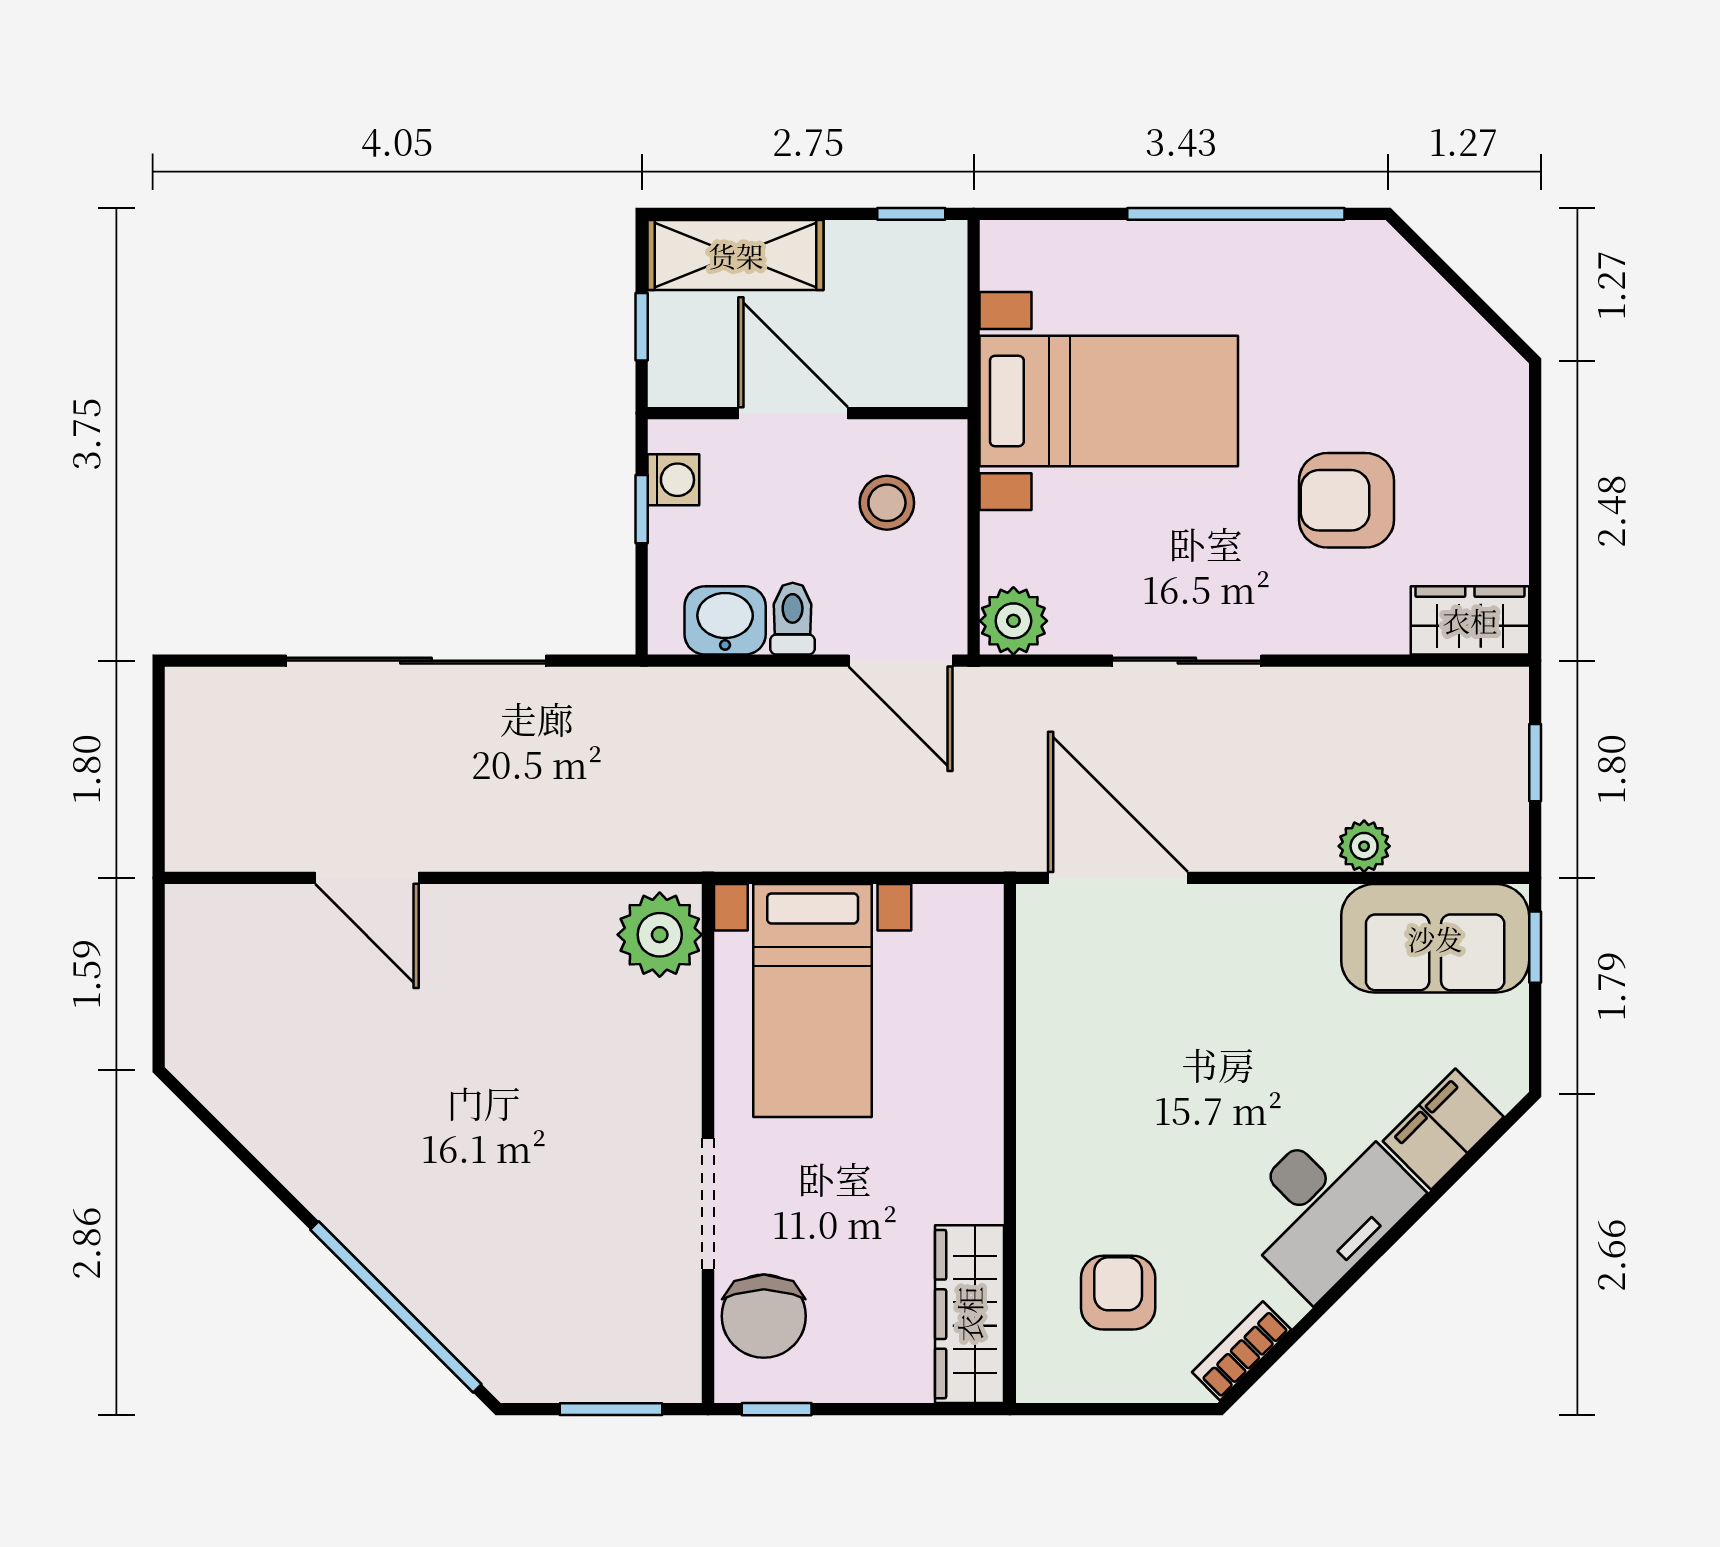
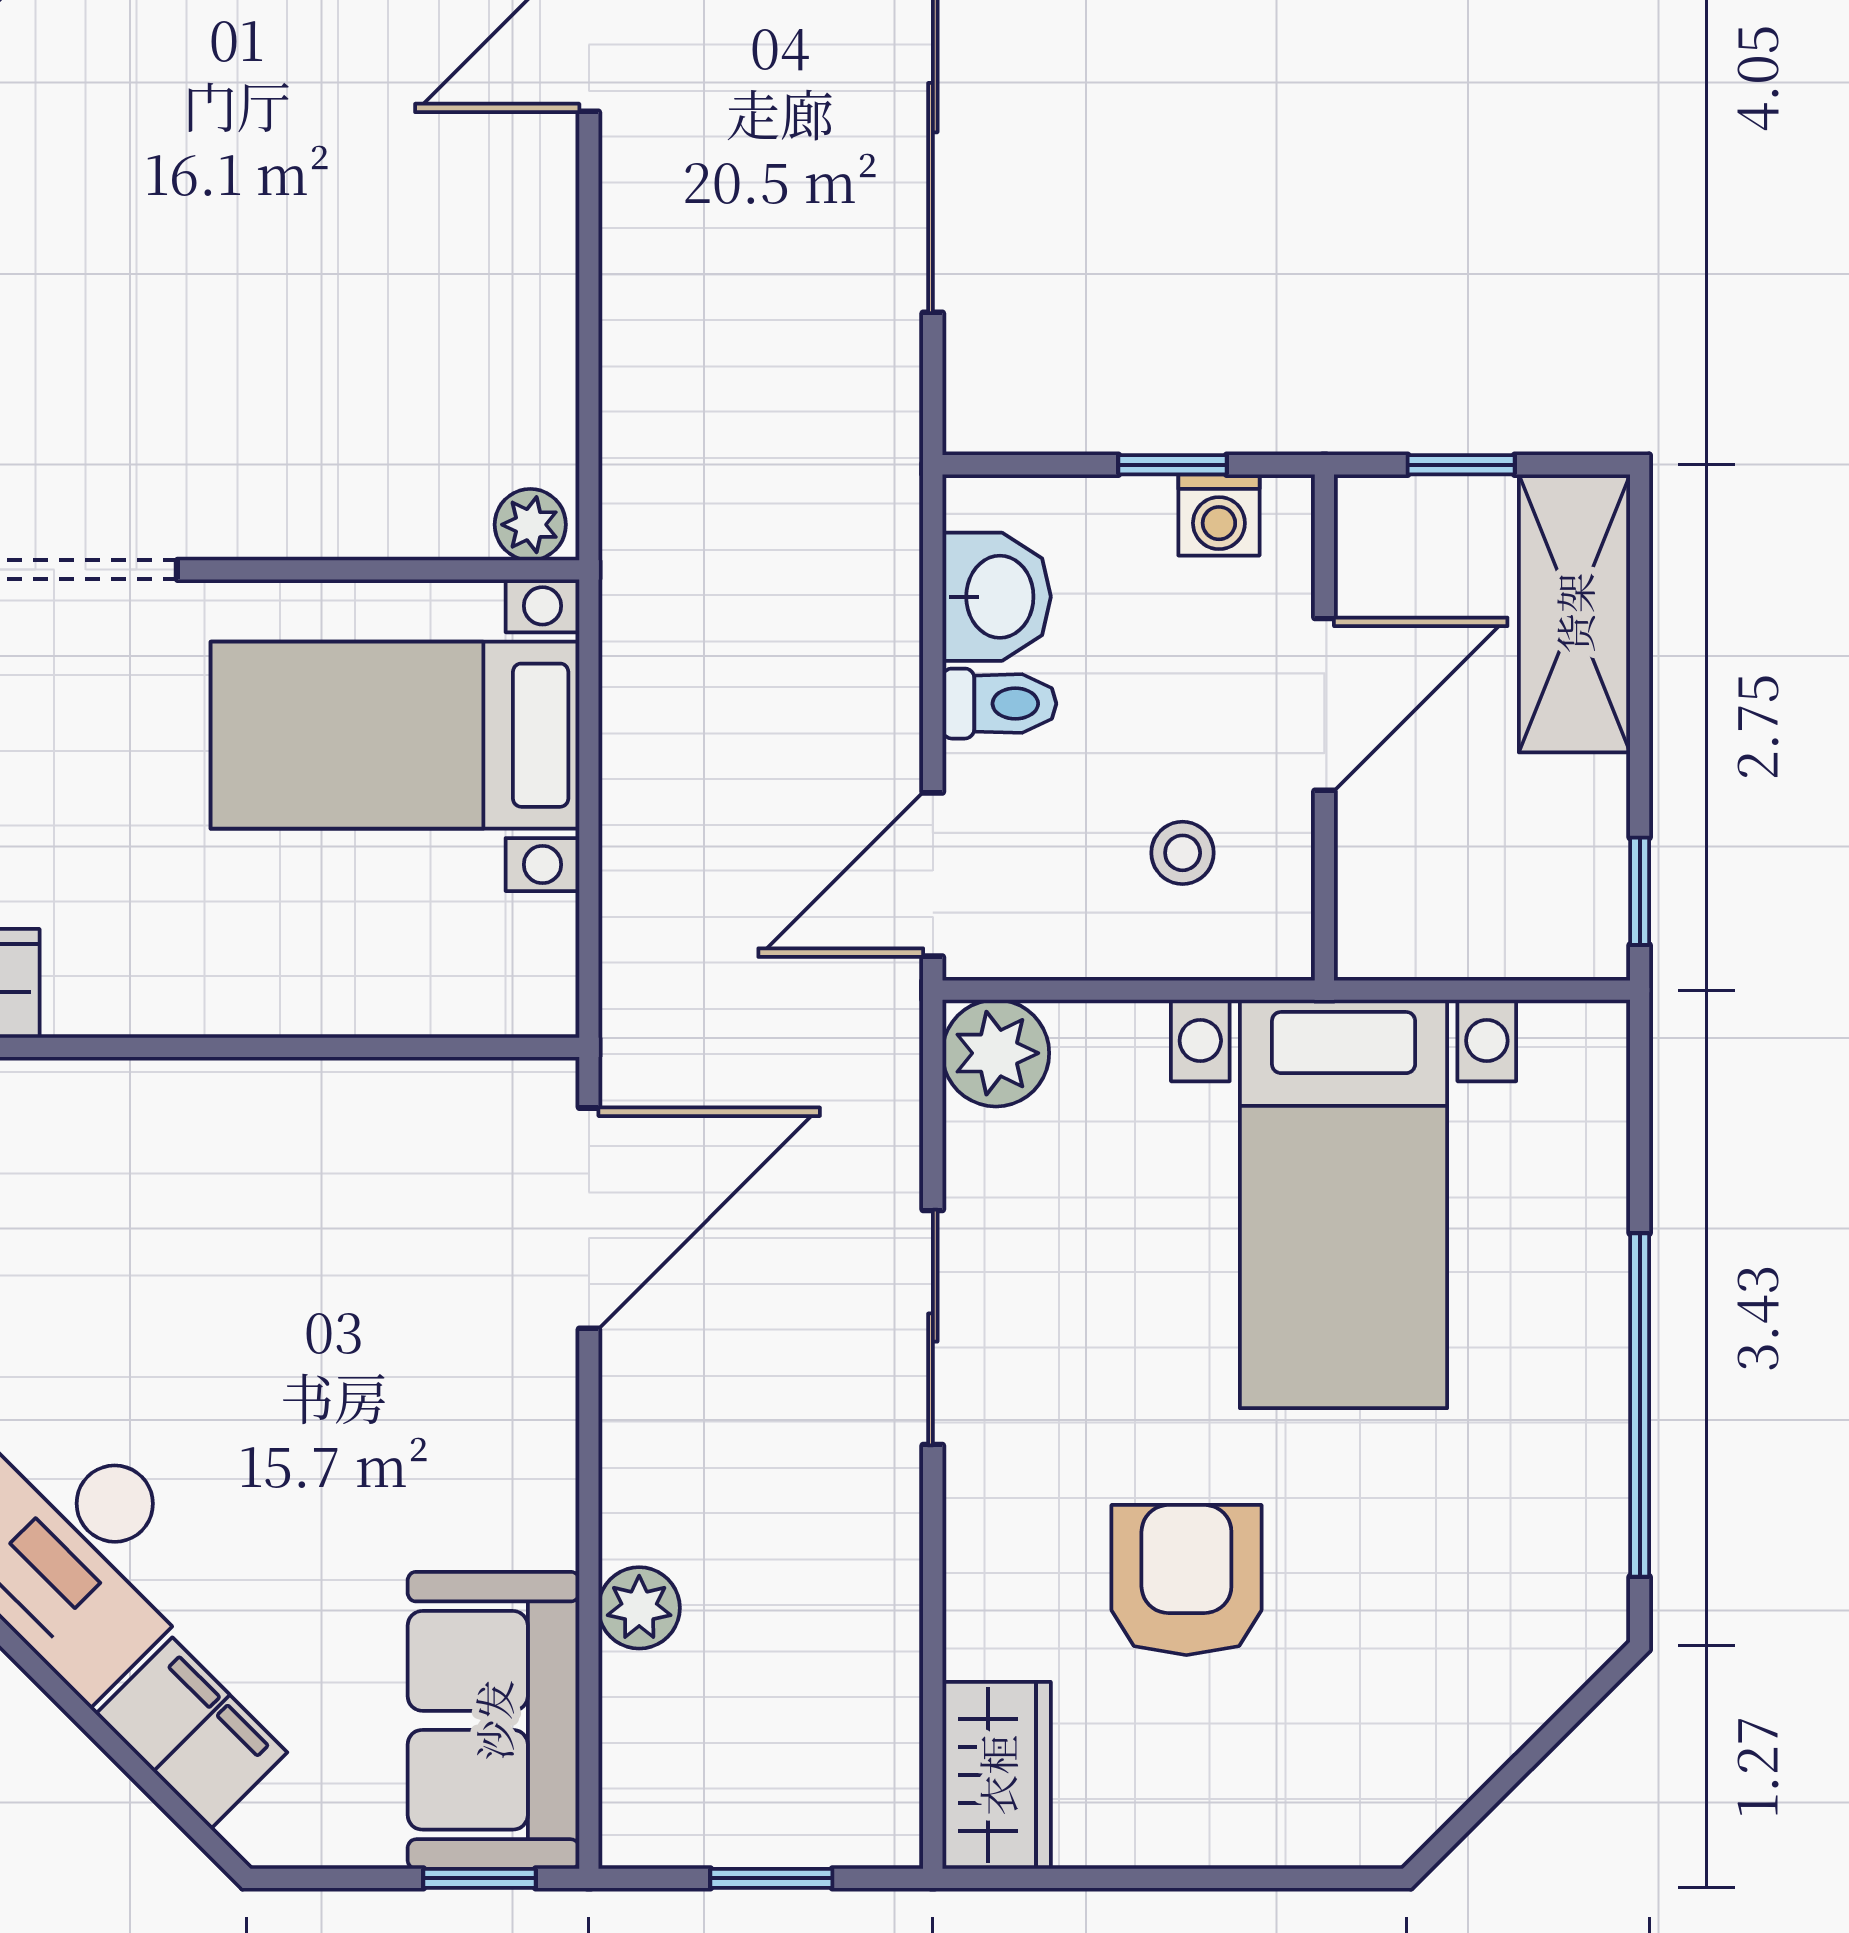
stool: (887, 503) -> (1183, 853), width x0.73, depth x0.73
plant: (660, 935) -> (530, 525), width x0.53, depth x0.53

